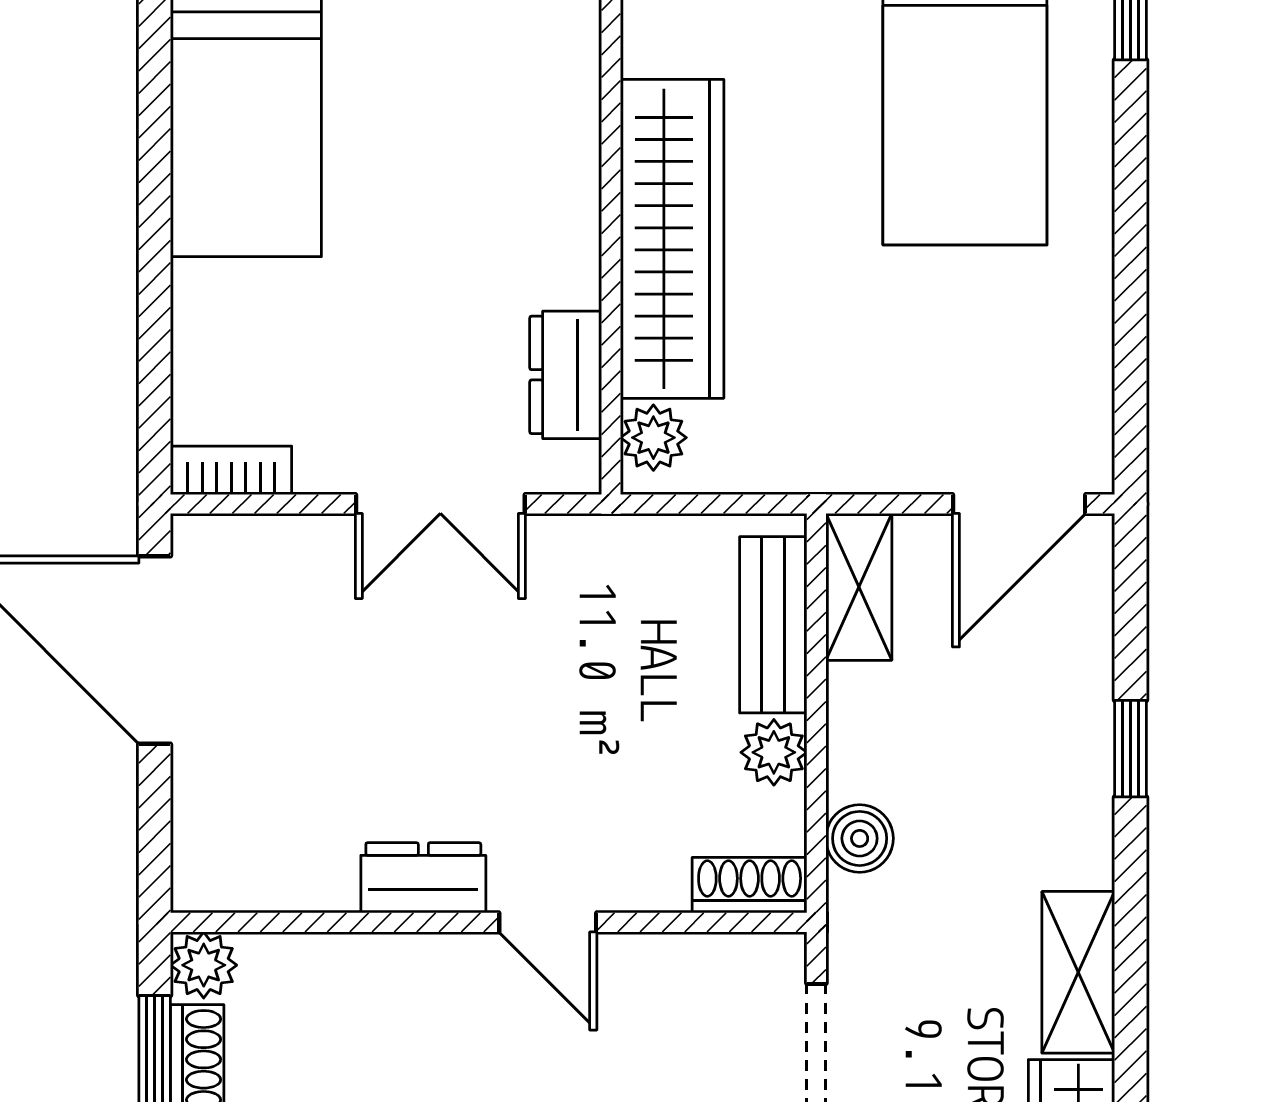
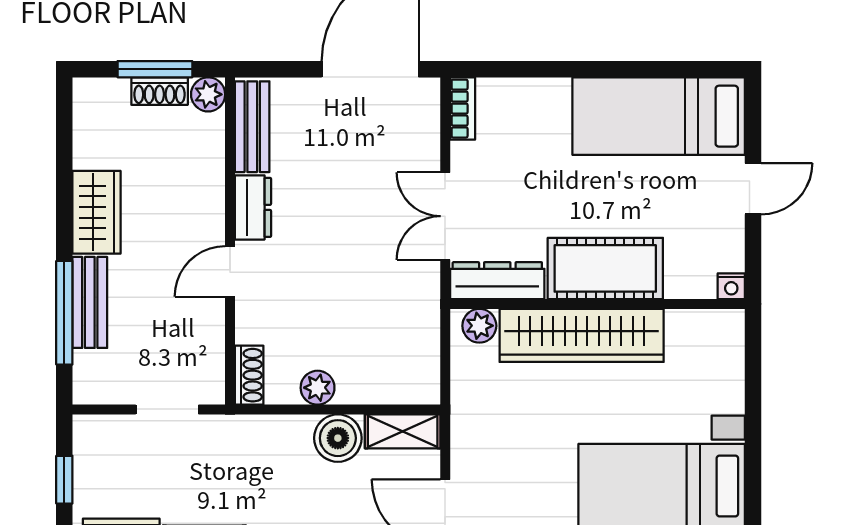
cot: (542, 193) -> (605, 268), added
dresser: (566, 375) -> (497, 281), width x1.44
bench: (773, 625) -> (252, 127), moved, turned 90
boiler: (860, 838) -> (338, 438), moved, width x1.36, depth x1.36

